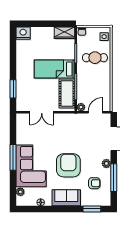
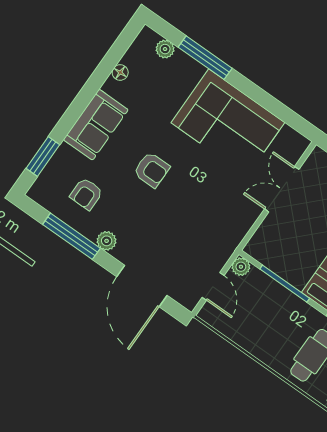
cot: (67, 94) -> (283, 259), removed
window: (13, 157) -> (205, 58), moved
armchair: (68, 165) -> (152, 170), width x0.53, depth x0.53
corner sofa: (31, 166) -> (228, 123), moved

